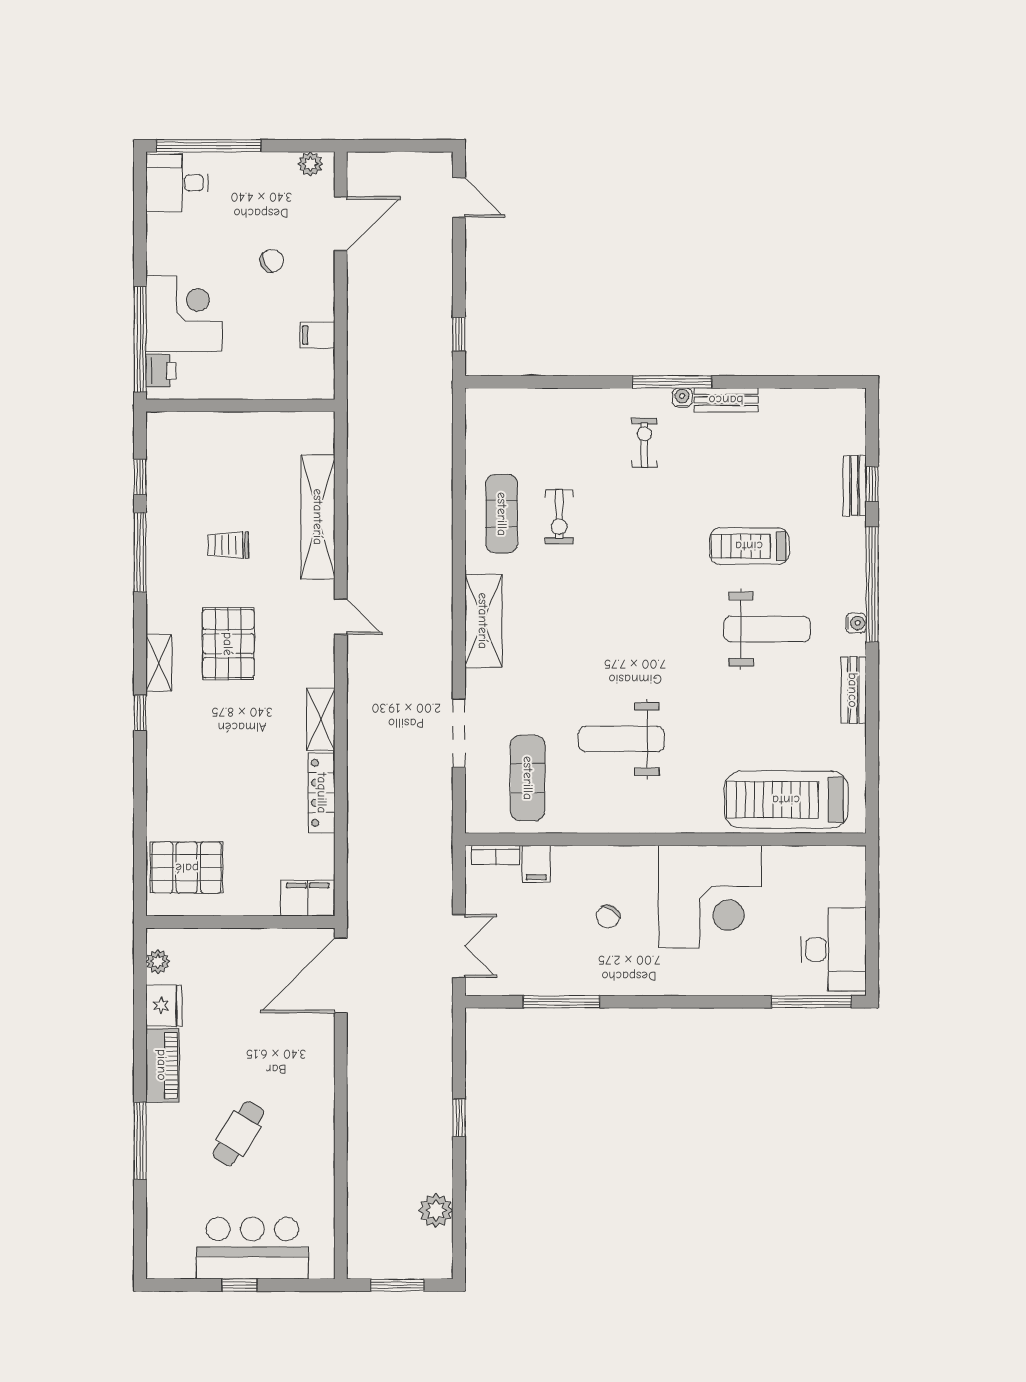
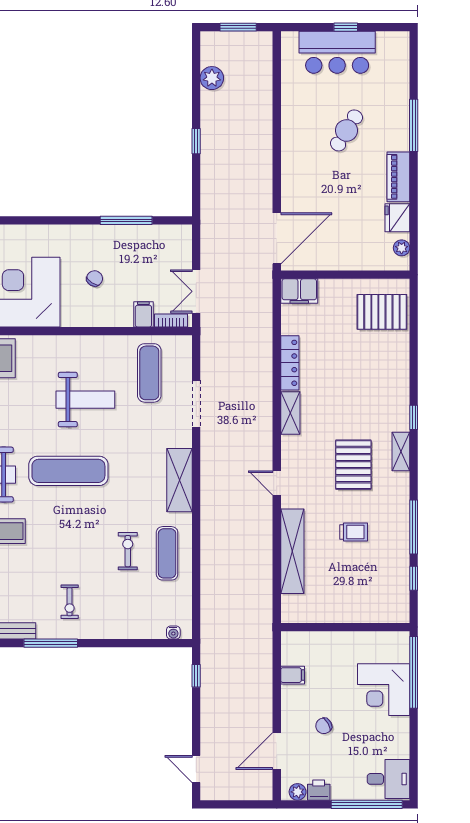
printer: (161, 371) -> (319, 790), moved, turned 90
water cooler: (682, 398) -> (173, 633), moved
exercise mat: (646, 634) -> (68, 471), added
double door: (459, 946) -> (196, 291), moved

